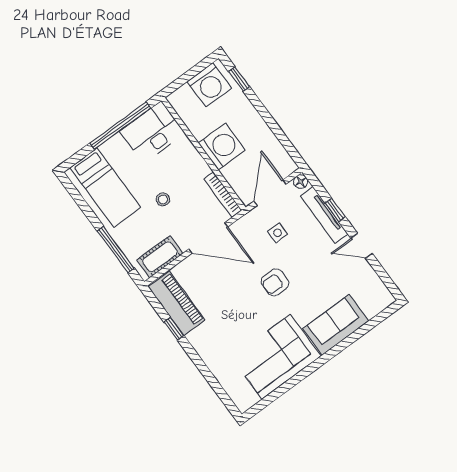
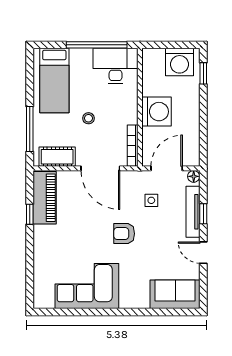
sofa: (336, 325) -> (175, 294), moved

